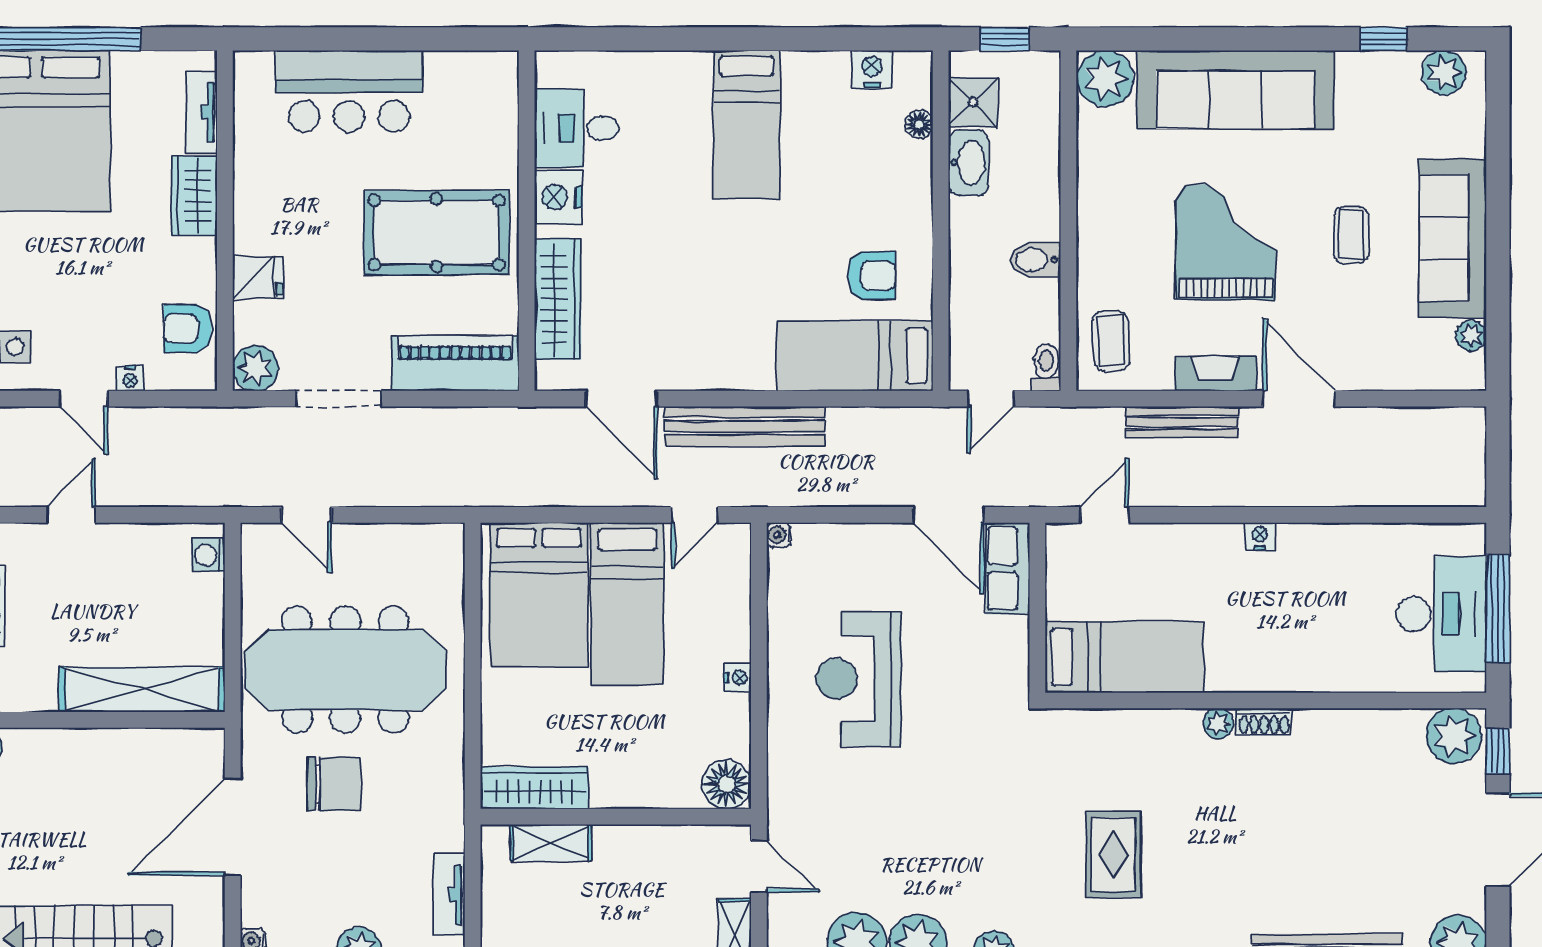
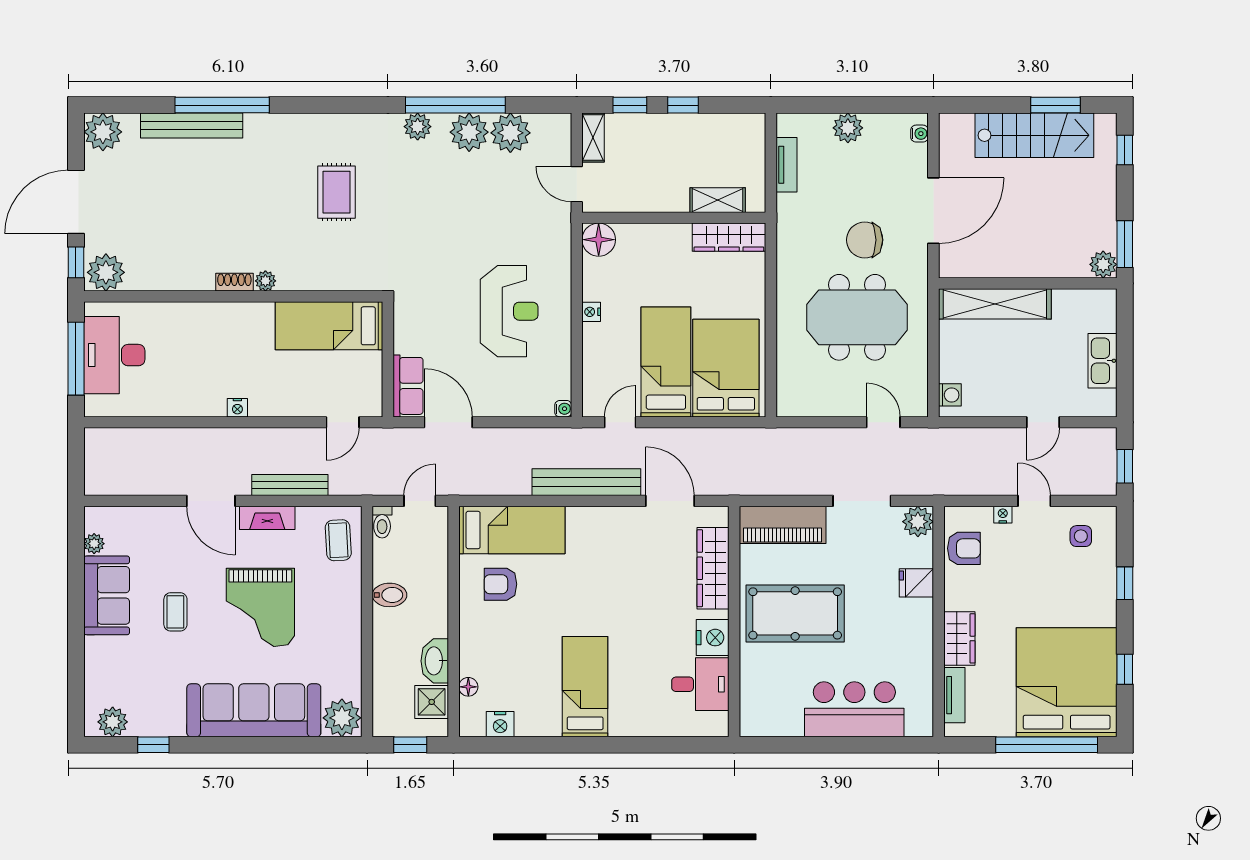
sofa: (1453, 238) -> (107, 595), width x0.73
meeting table: (345, 670) -> (857, 317), width x0.73

